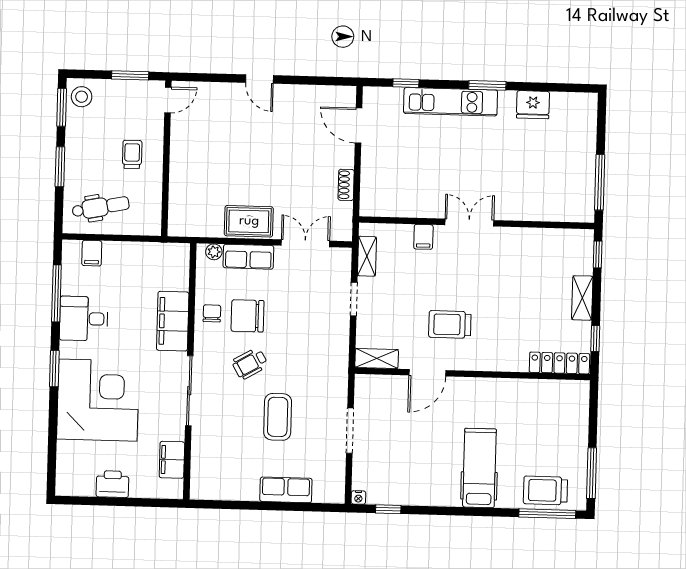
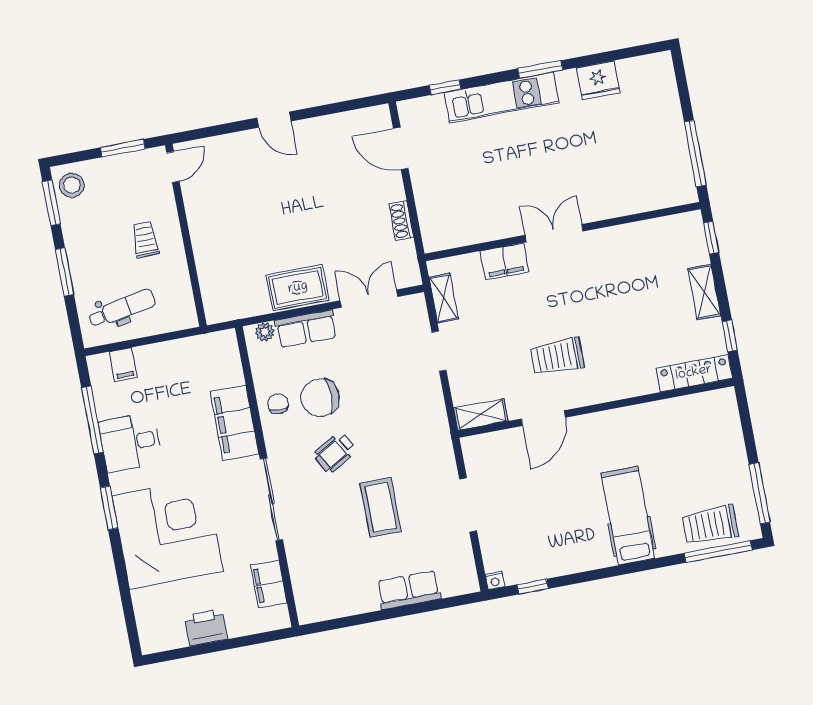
filing cabinet: (423, 237) -> (504, 261), width x2.00

